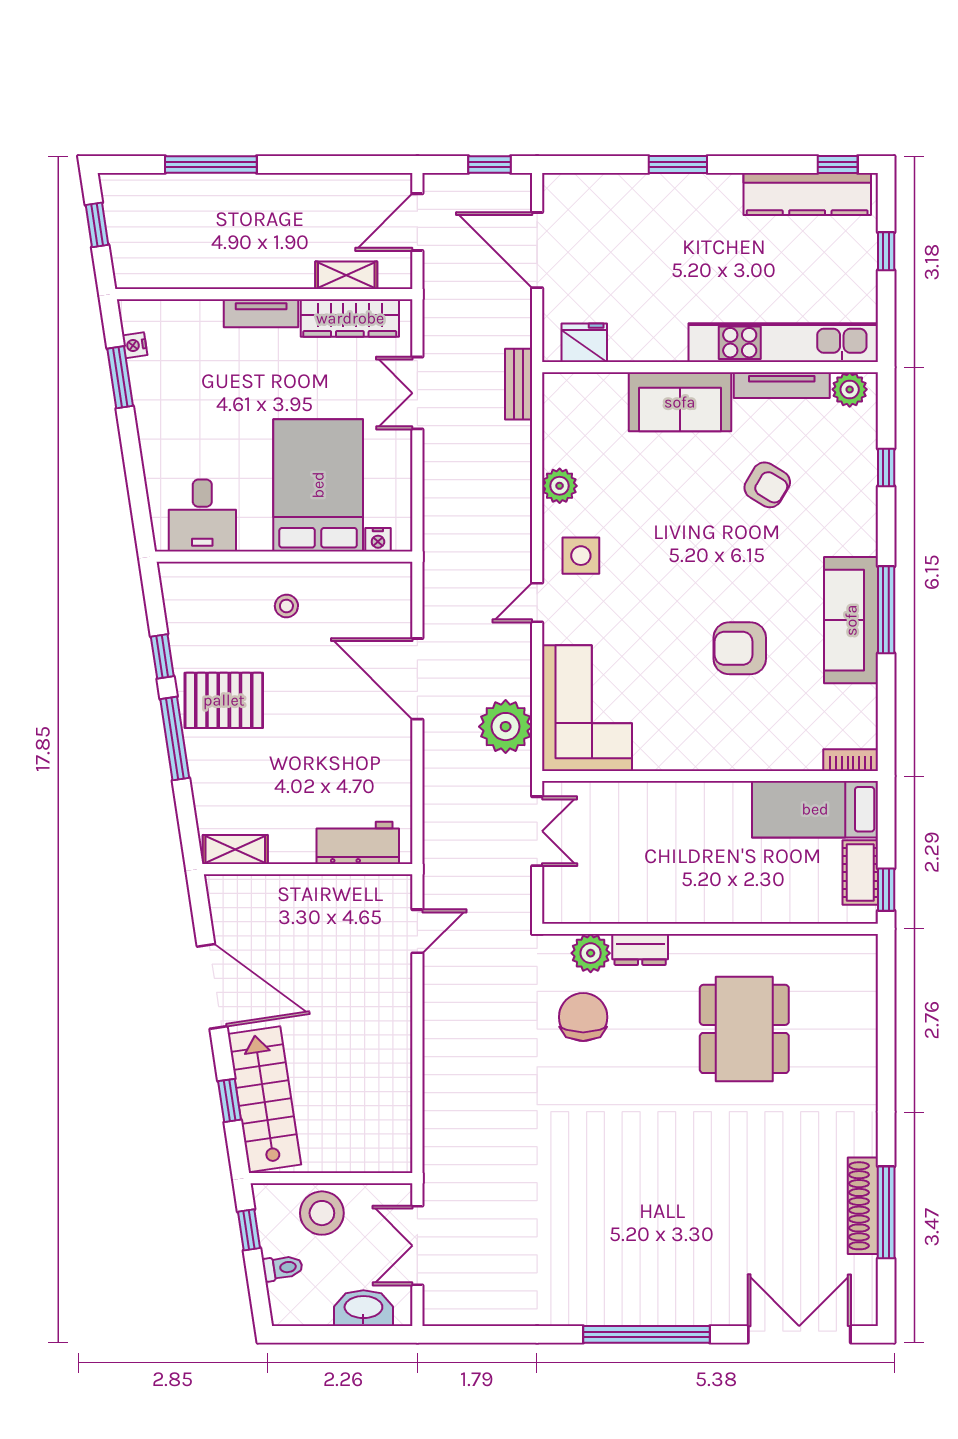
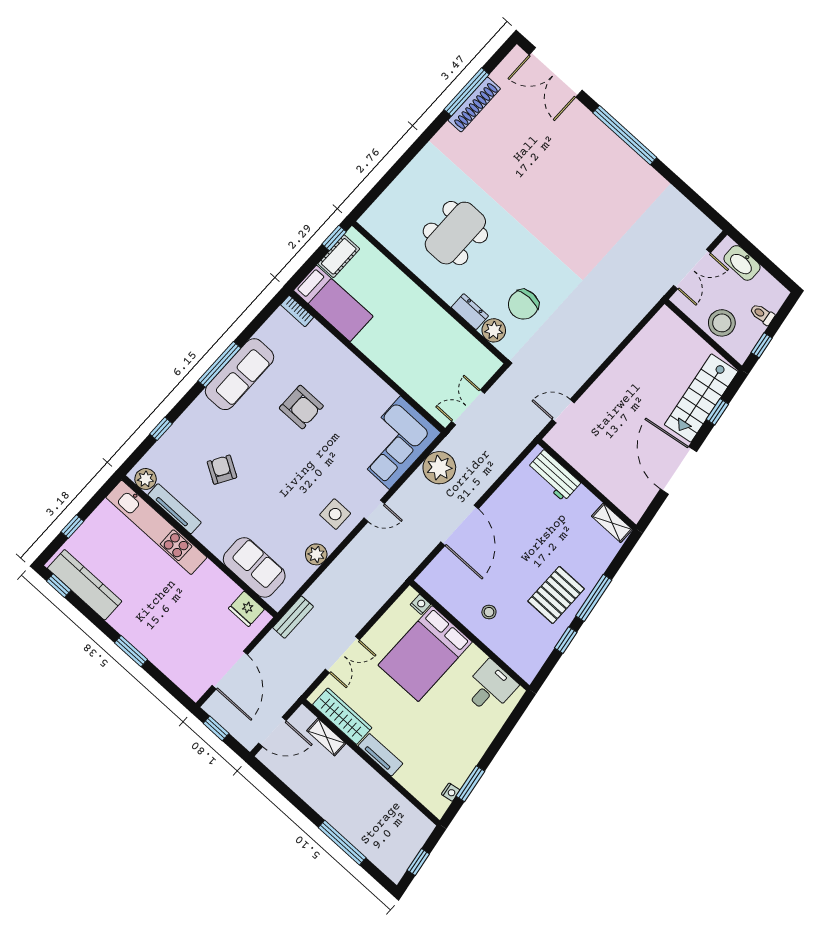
sofa: (680, 402) -> (254, 567), moved
pallet: (224, 700) -> (556, 595), turned 90

